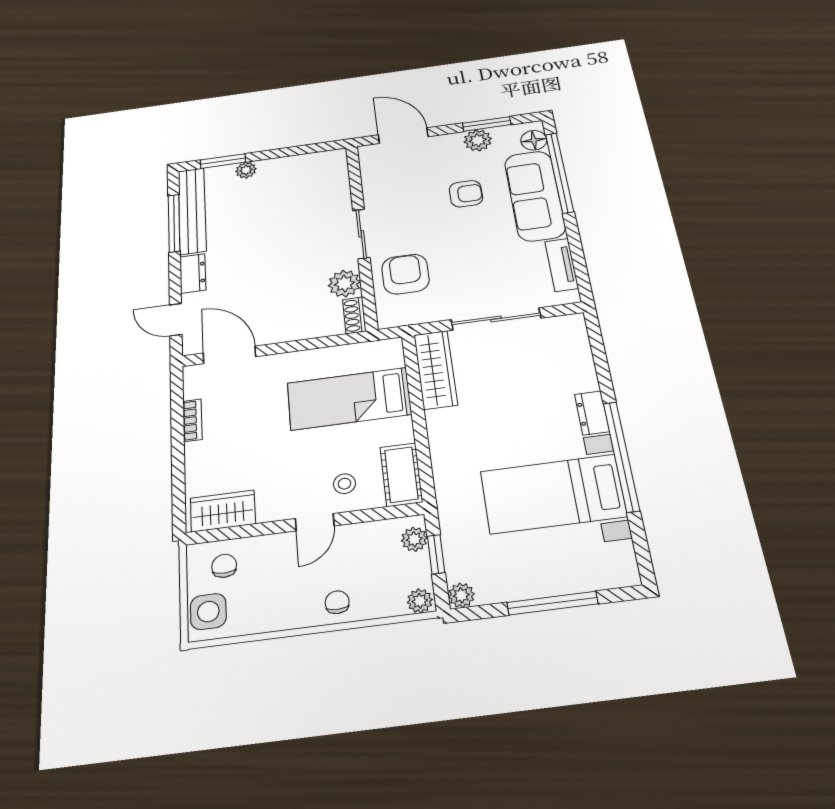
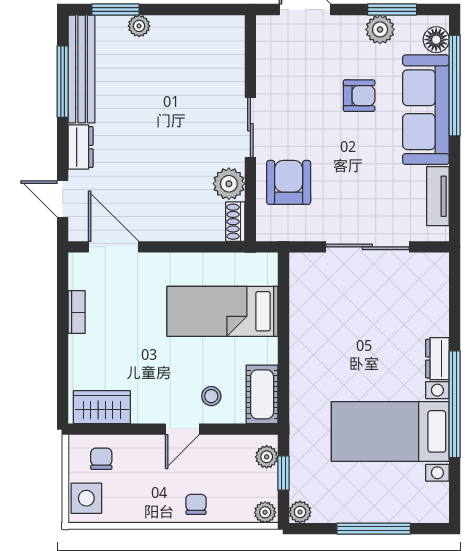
wardrobe: (435, 370) -> (305, 293), removed

